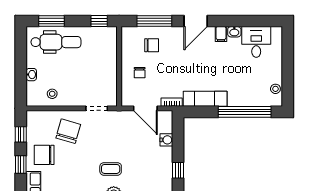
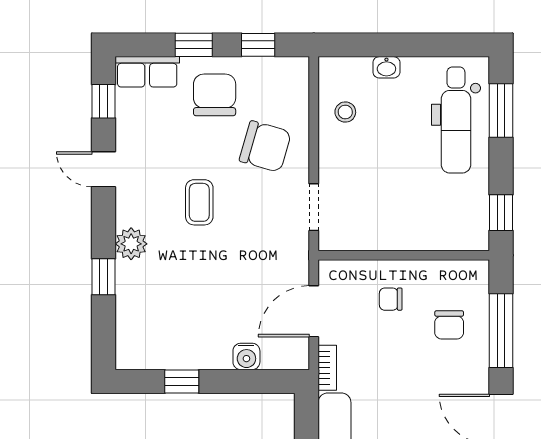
coffee table: (111, 169) -> (199, 202), moved

